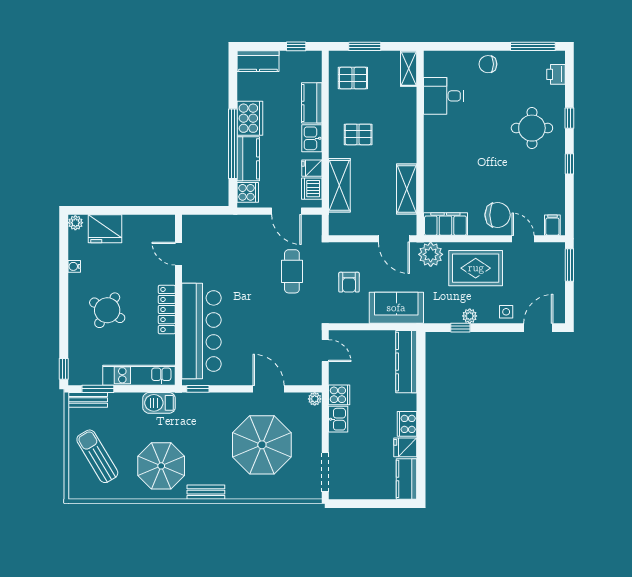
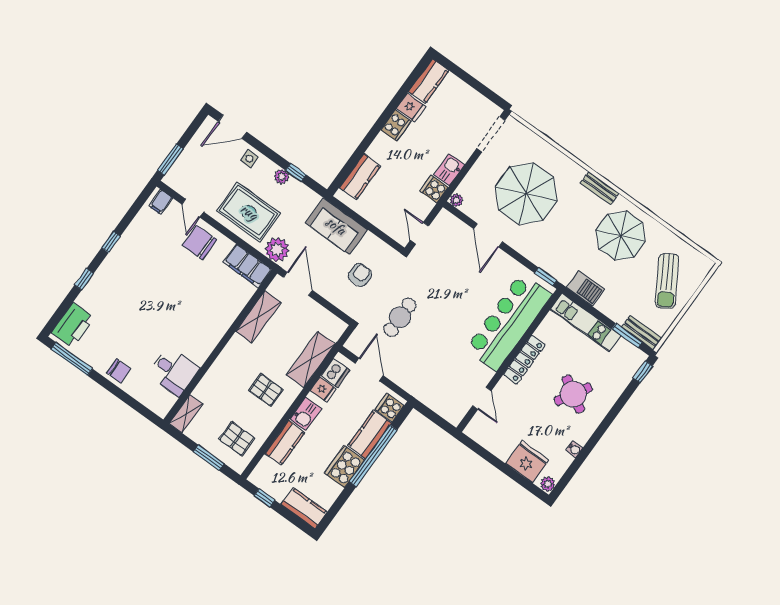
printer: (556, 74) -> (73, 325), width x1.87, depth x1.48
round table: (532, 128) -> (120, 293), removed
kitchen counter: (406, 362) -> (360, 177), width x0.67

